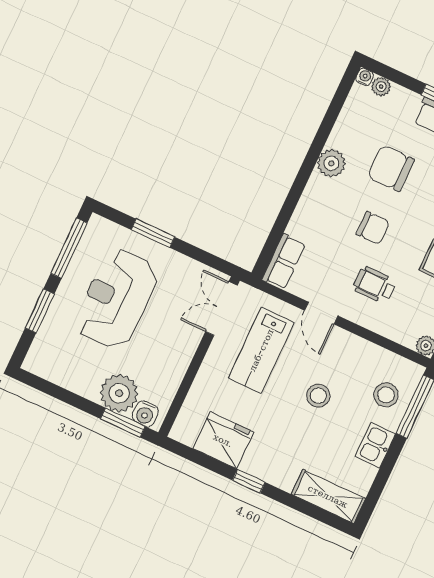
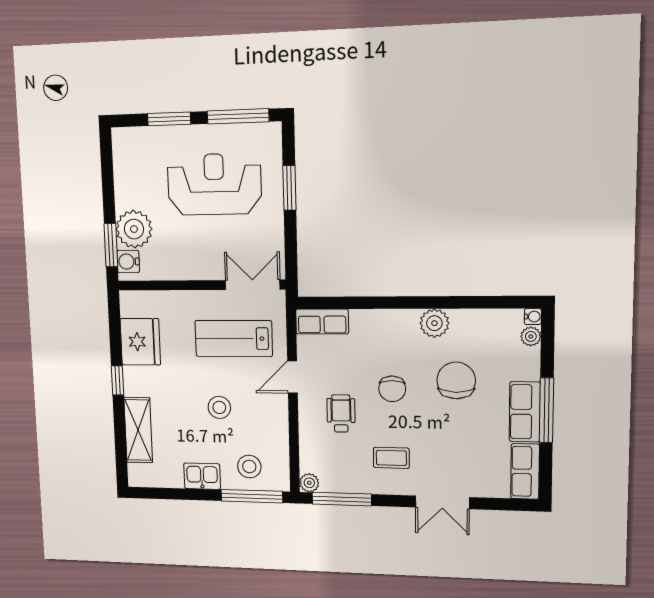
shelving: (328, 496) -> (138, 430), moved

